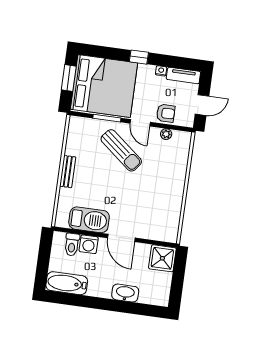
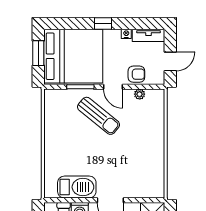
bench: (68, 172) -> (50, 143), removed

